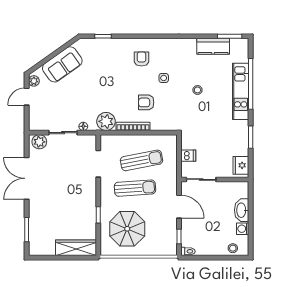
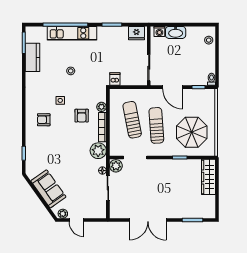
plant: (156, 125) -> (101, 107), added
plant: (39, 142) -> (116, 166), moved
dishwasher: (188, 156) -> (115, 79), moved
door: (179, 207) -> (173, 87), swing flipped
washing machine: (243, 229) -> (159, 31), moved

